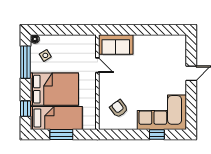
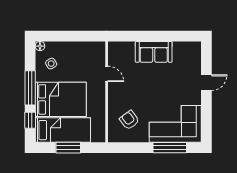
sofa: (116, 44) -> (154, 52), moved
window: (26, 62) -> (30, 88), moved
window: (157, 134) -> (170, 148), width x2.17

